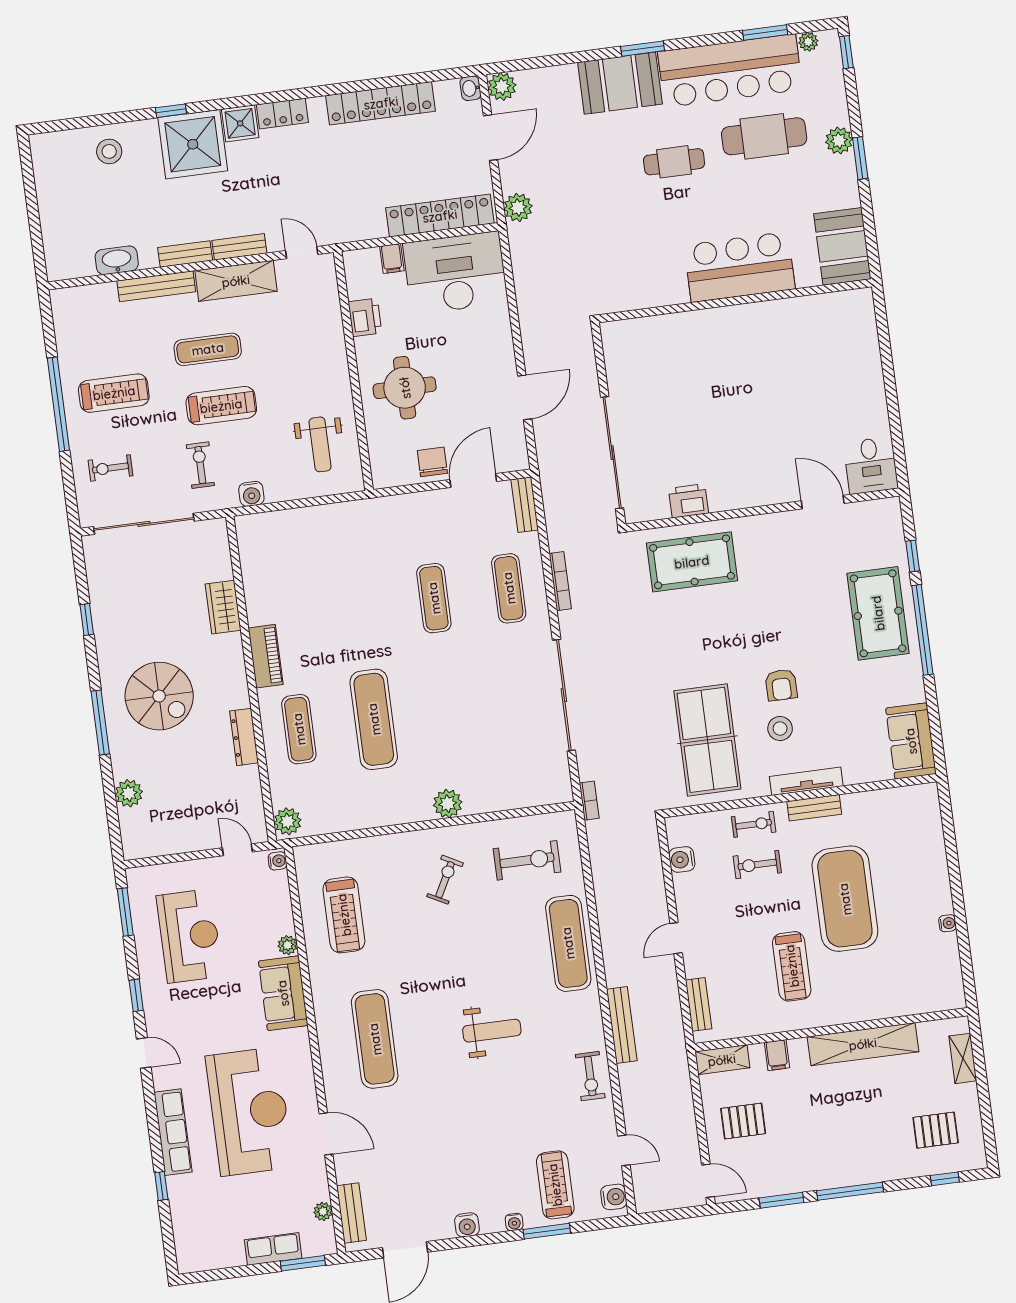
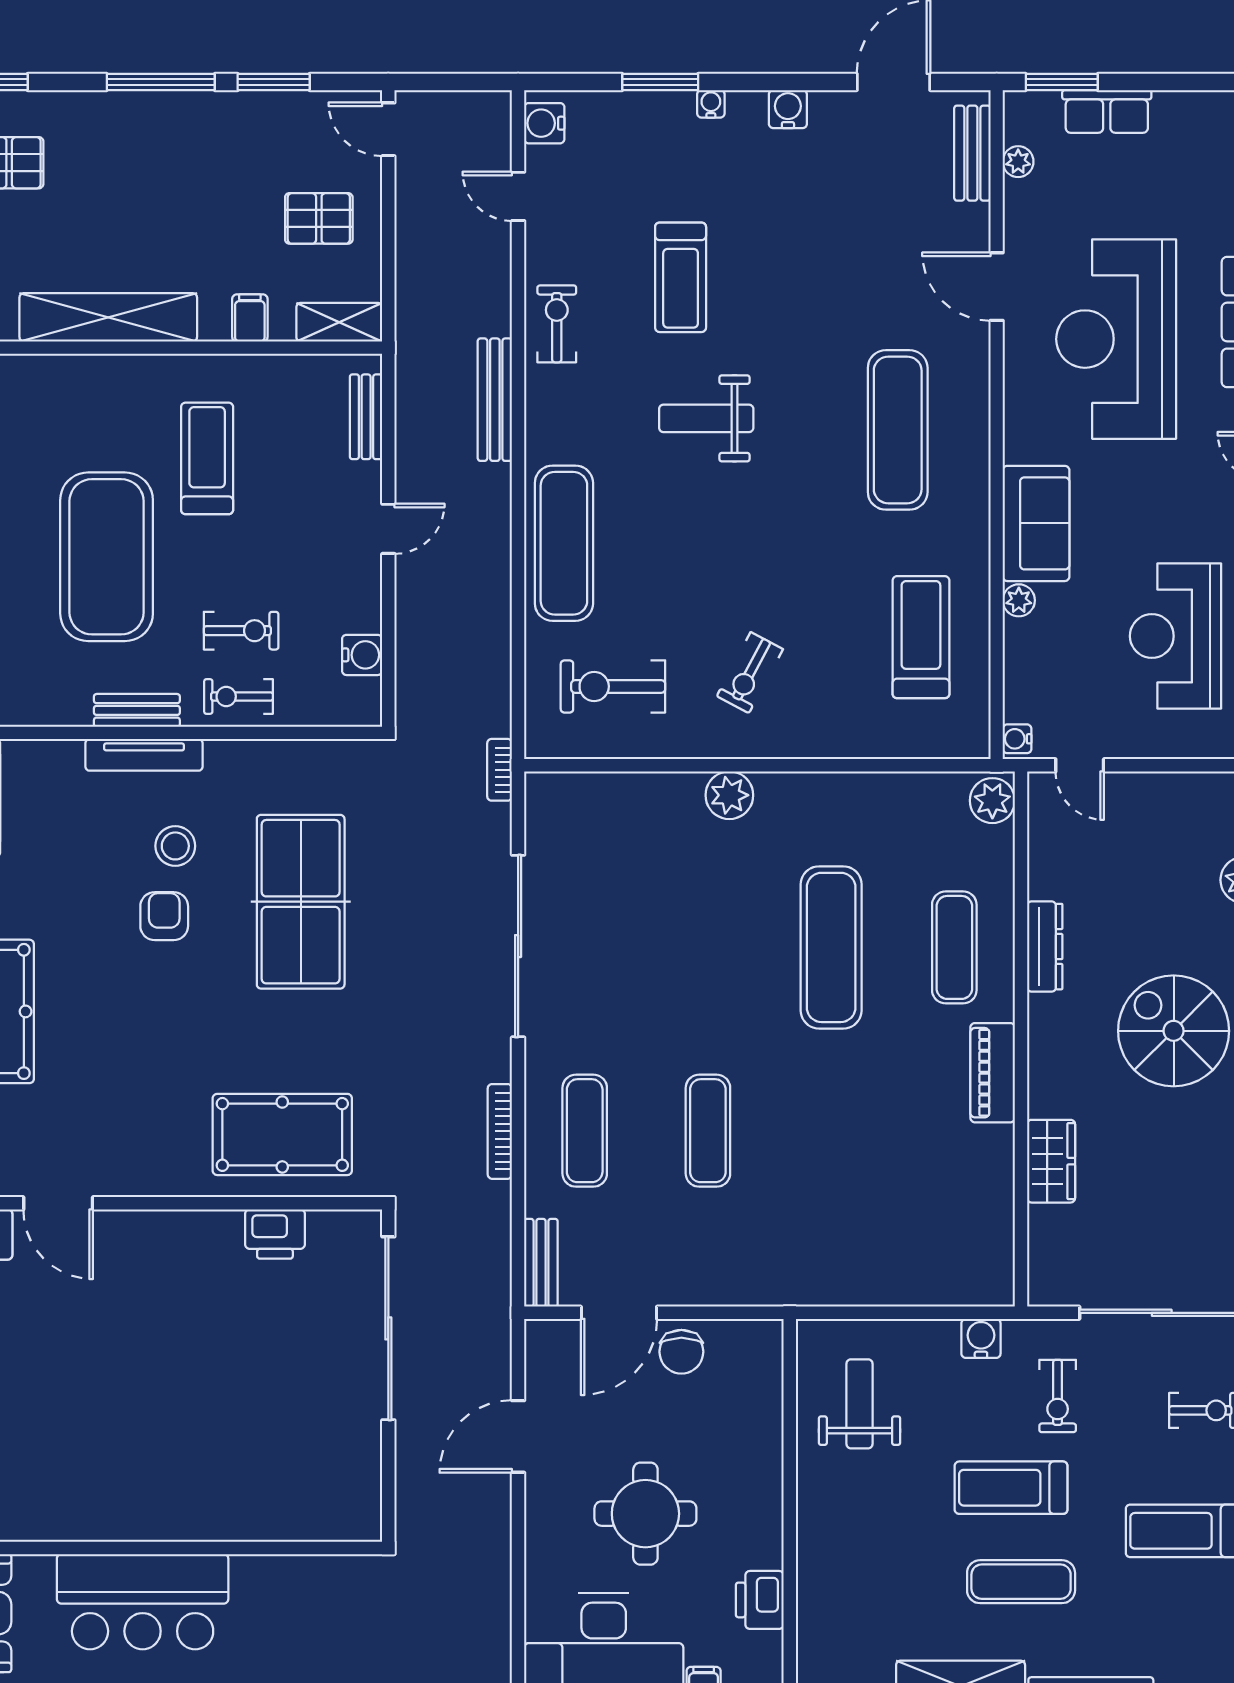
round table: (405, 388) -> (645, 1514), moved
table tennis table: (707, 740) -> (301, 902), moved
treadmill: (555, 1185) -> (681, 277), moved

